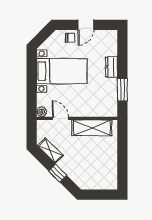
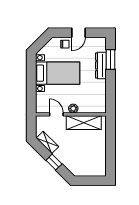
dresser: (111, 67) -> (101, 65), width x1.44
window: (122, 90) -> (110, 59), moved
plant: (42, 112) -> (73, 109), moved

